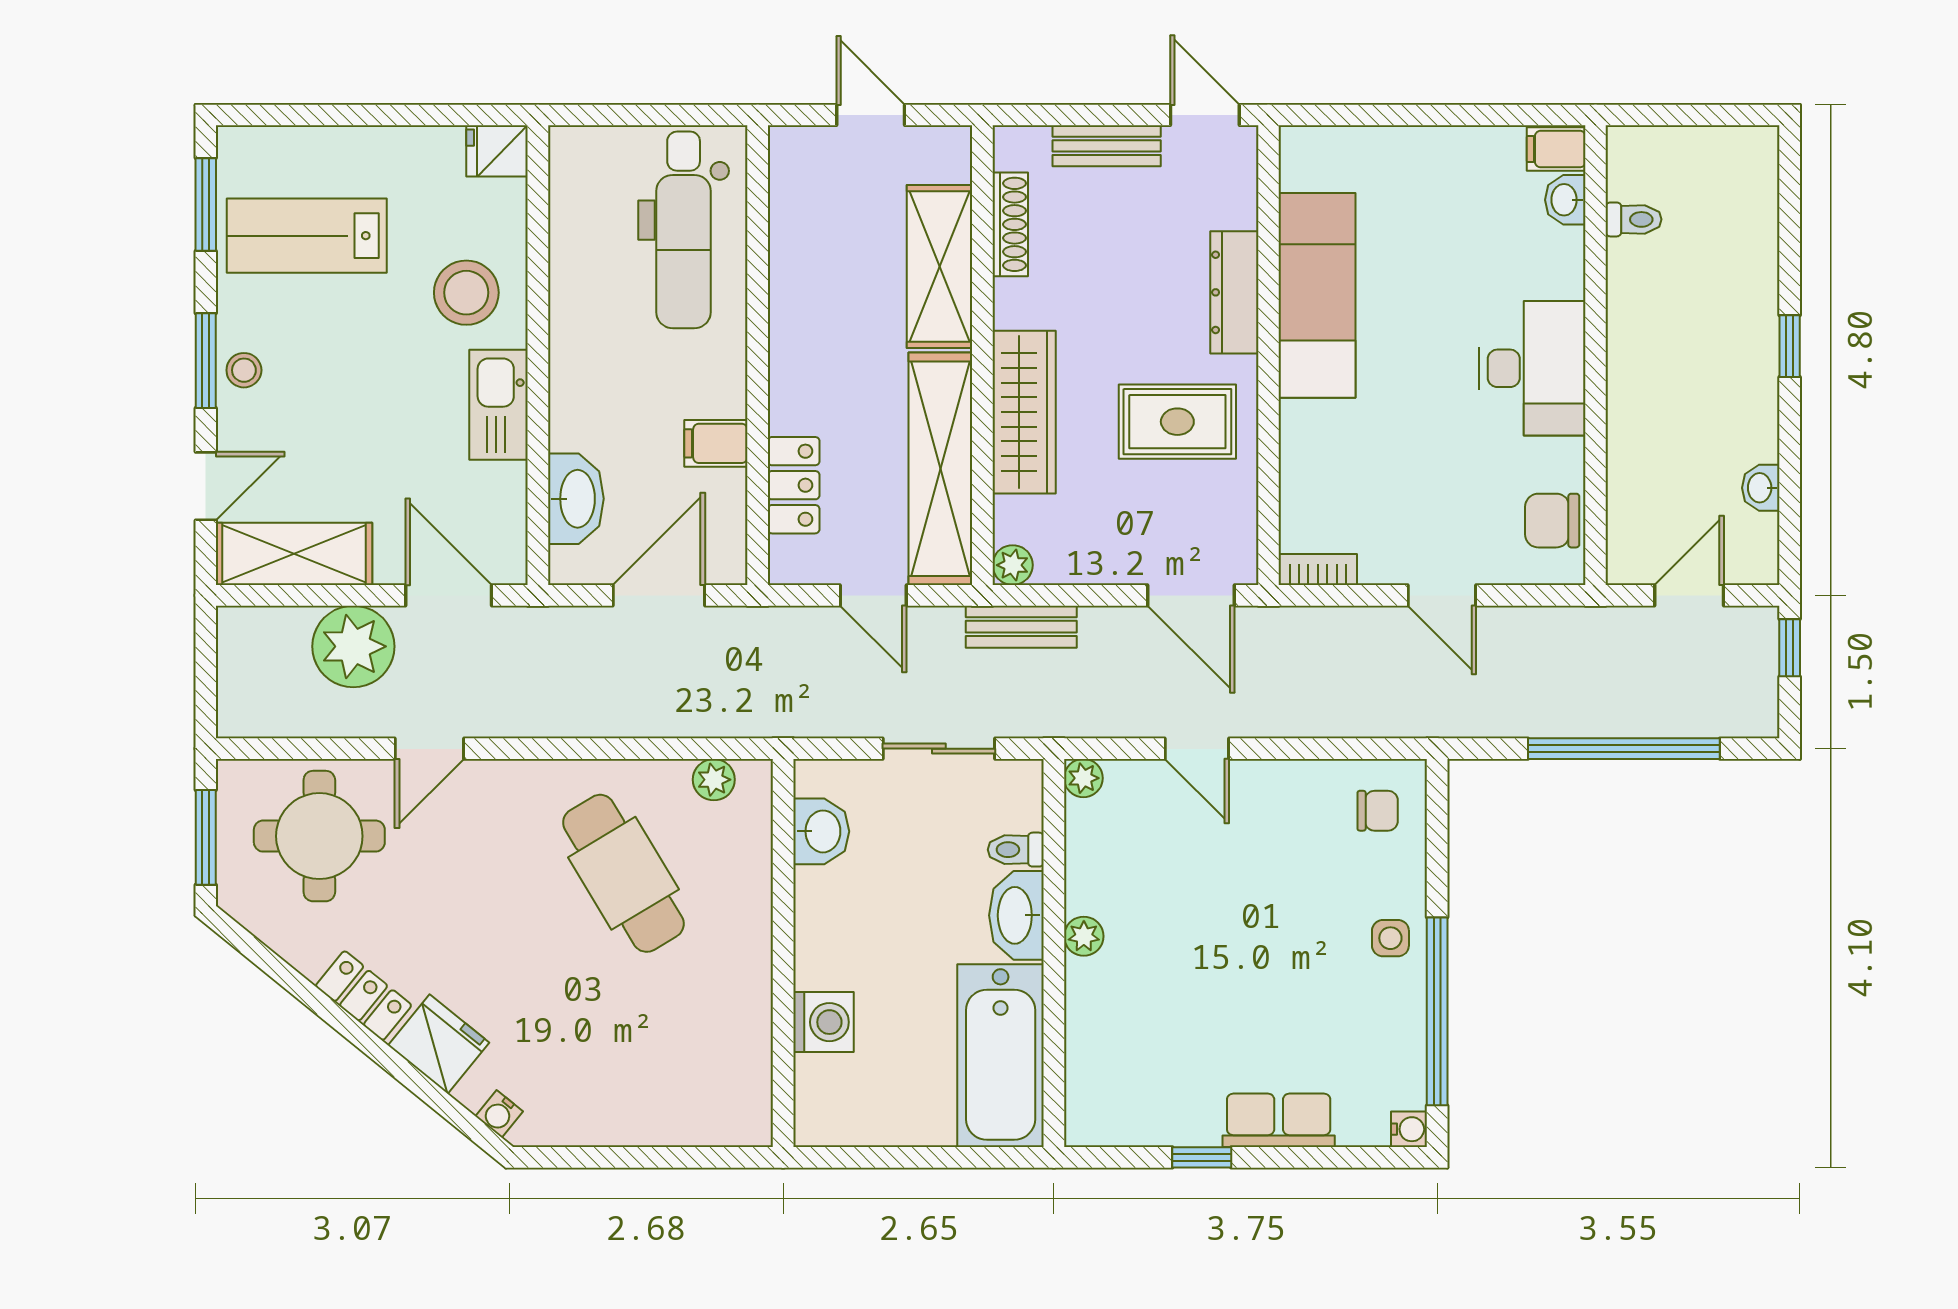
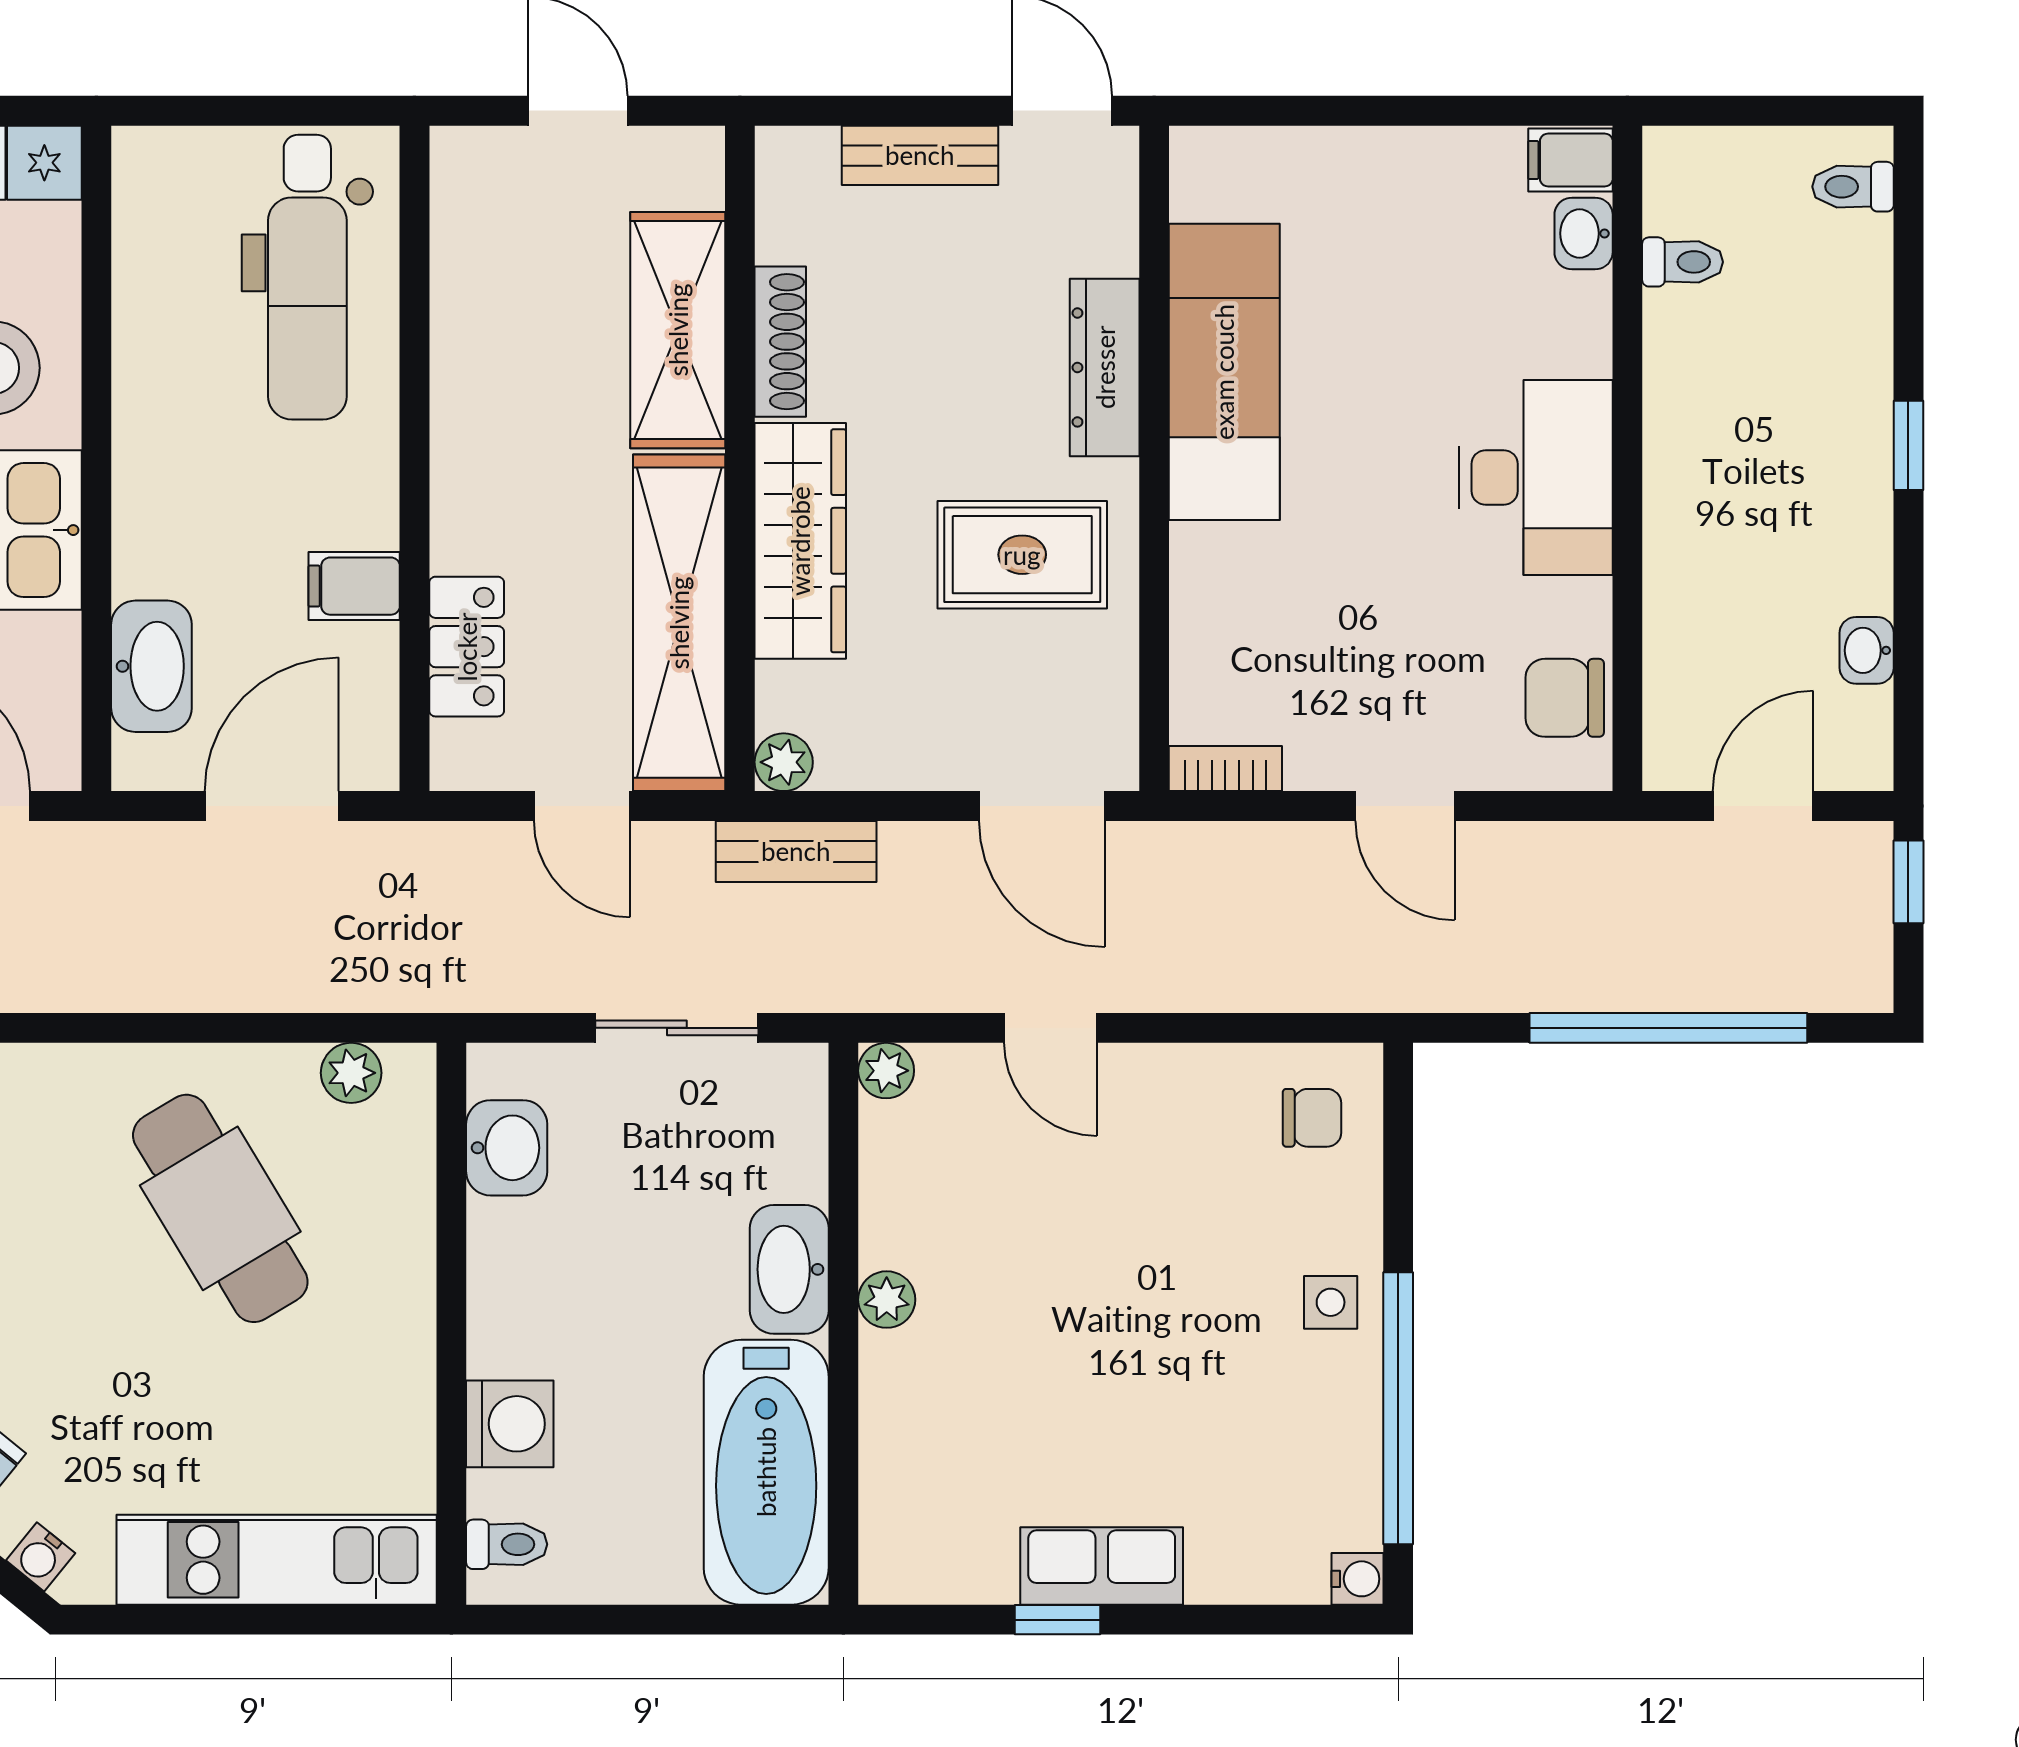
toilet: (1751, 167) -> (1853, 187), added
shoe rack: (1010, 224) -> (780, 342), moved
toilet: (1016, 850) -> (507, 1544), moved, turned 180
kitchen unit: (662, 1116) -> (277, 1560), added
row of seats: (1279, 1120) -> (1102, 1566), moved

